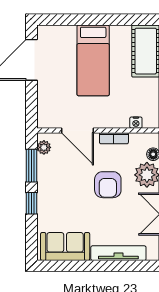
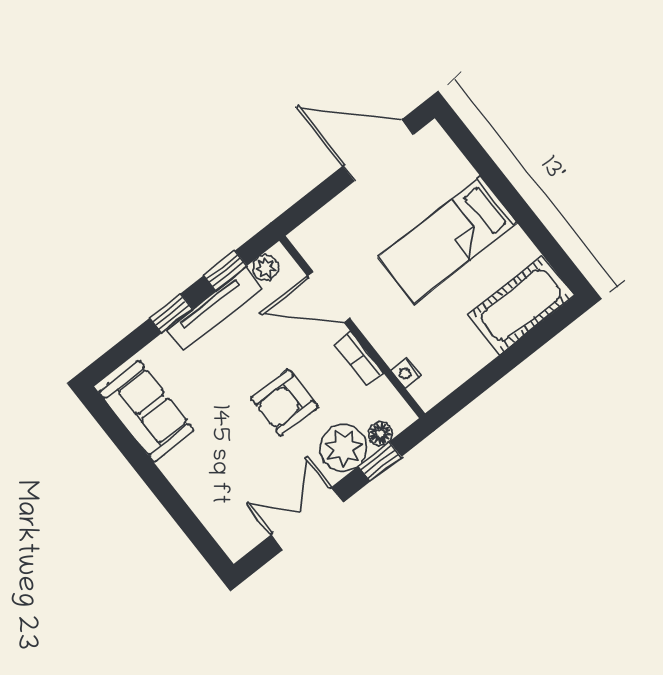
door: (78, 130) -> (329, 297), hinge flipped
window: (32, 166) -> (225, 271), width x0.67
tv unit: (118, 253) -> (214, 309), moved, turned 90

